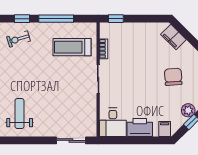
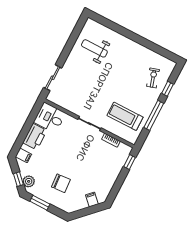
filing cabinet: (173, 37) -> (92, 200), width x0.50
treadmill: (72, 47) -> (125, 116), turned -90
weight bench: (20, 114) -> (94, 48), turned 180

